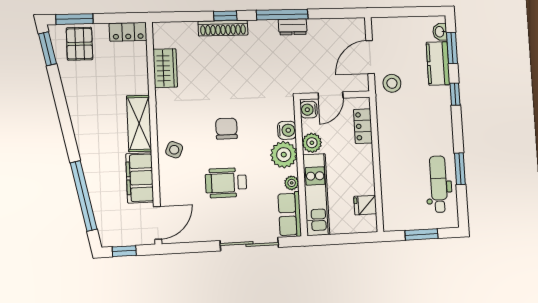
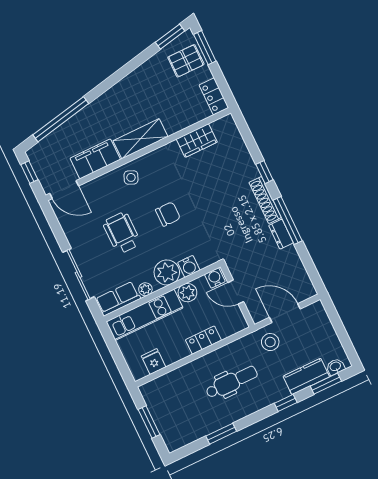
shoe rack: (223, 28) -> (265, 200), moved
locker: (363, 126) -> (203, 340), moved
dental chair: (439, 184) -> (232, 382), moved

